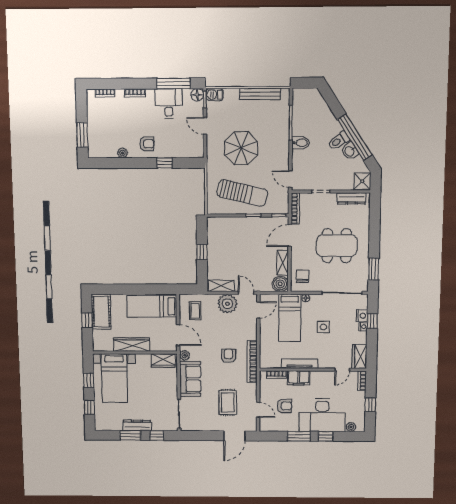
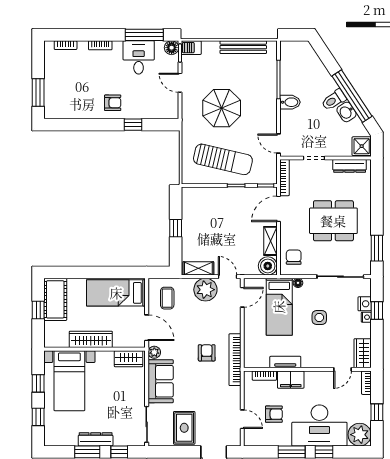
plant: (122, 153) -> (84, 113), removed
tv unit: (300, 364) -> (285, 362), width x0.71
rug: (228, 403) -> (184, 428), moved
plant: (351, 427) -> (360, 435), width x1.87, depth x1.87

